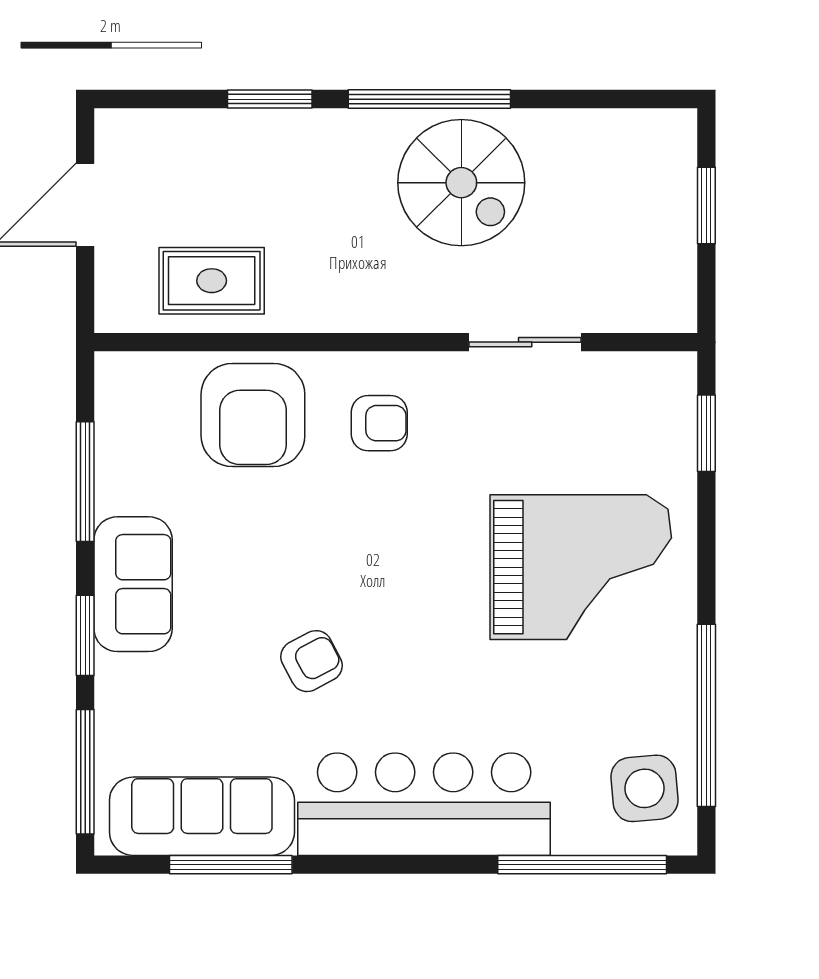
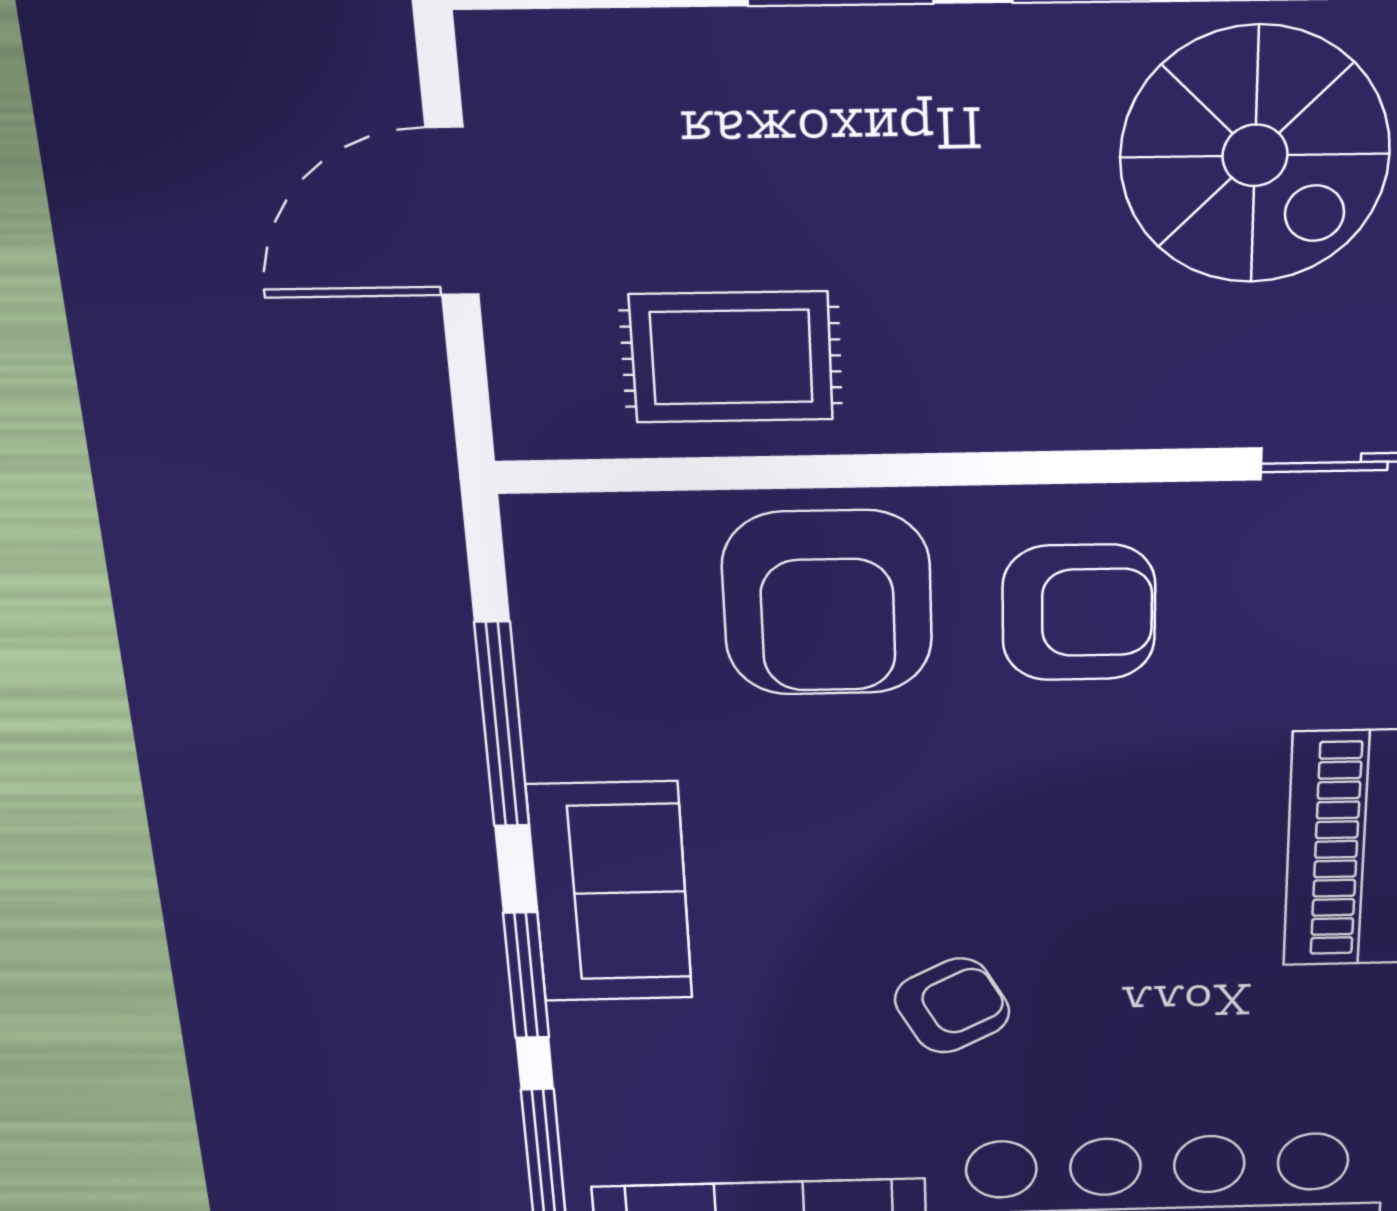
armchair: (379, 423) -> (1079, 613), width x1.38, depth x1.38

